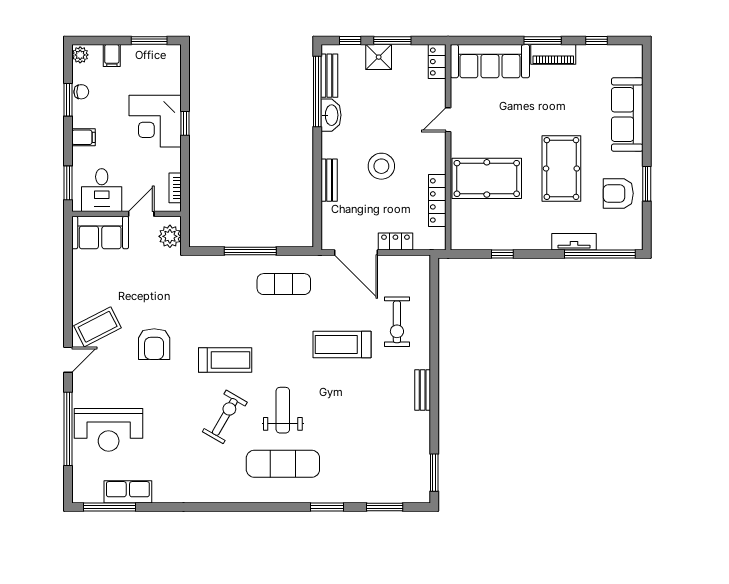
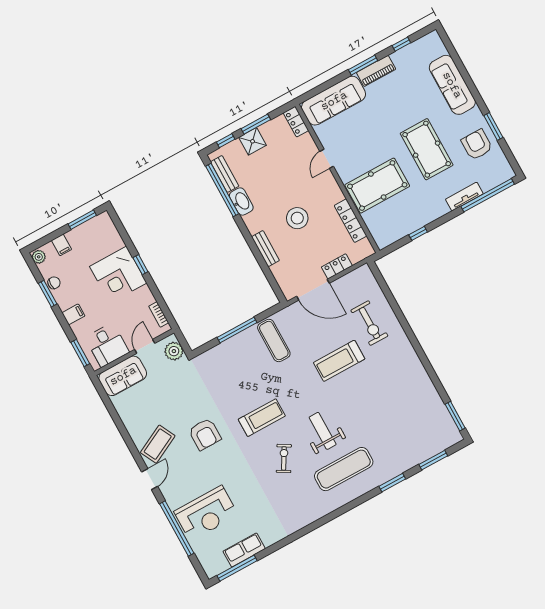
armchair: (618, 193) -> (477, 145), turned 90
exercise mat: (284, 284) -> (274, 341), turned 90
bench: (423, 390) -> (414, 362), removed
exercise bike: (225, 417) -> (284, 458), width x0.73, depth x0.72

